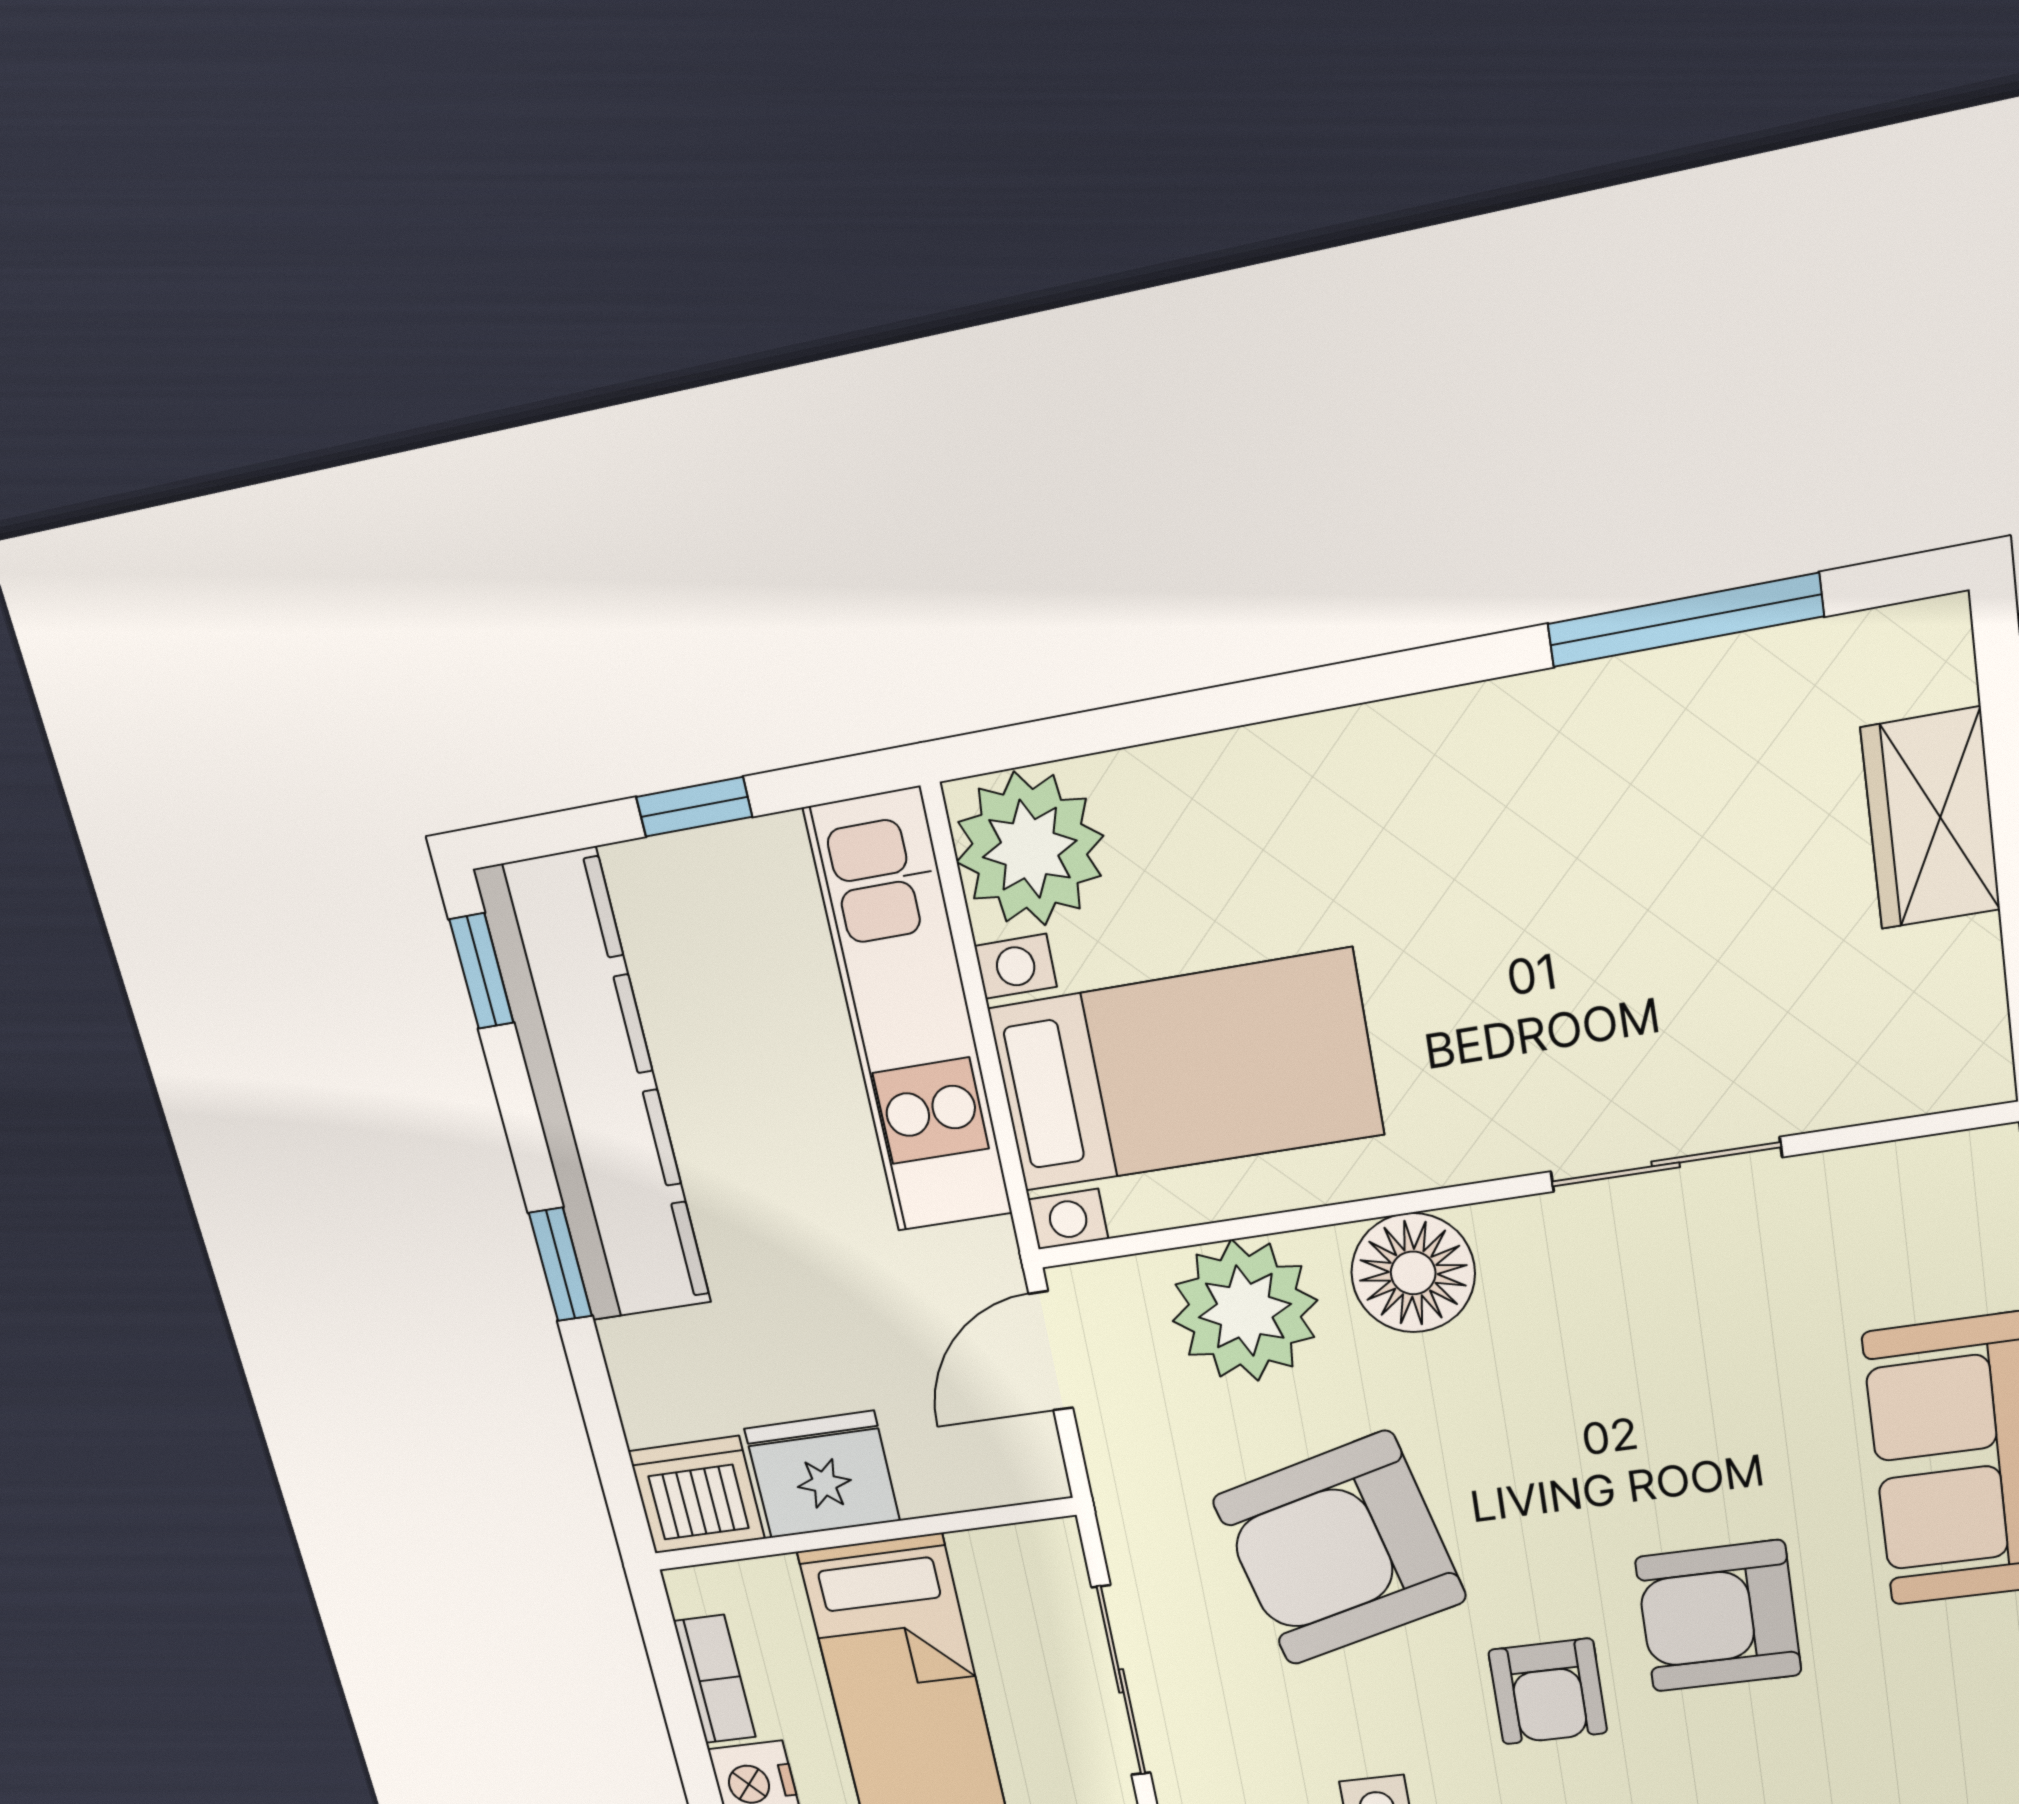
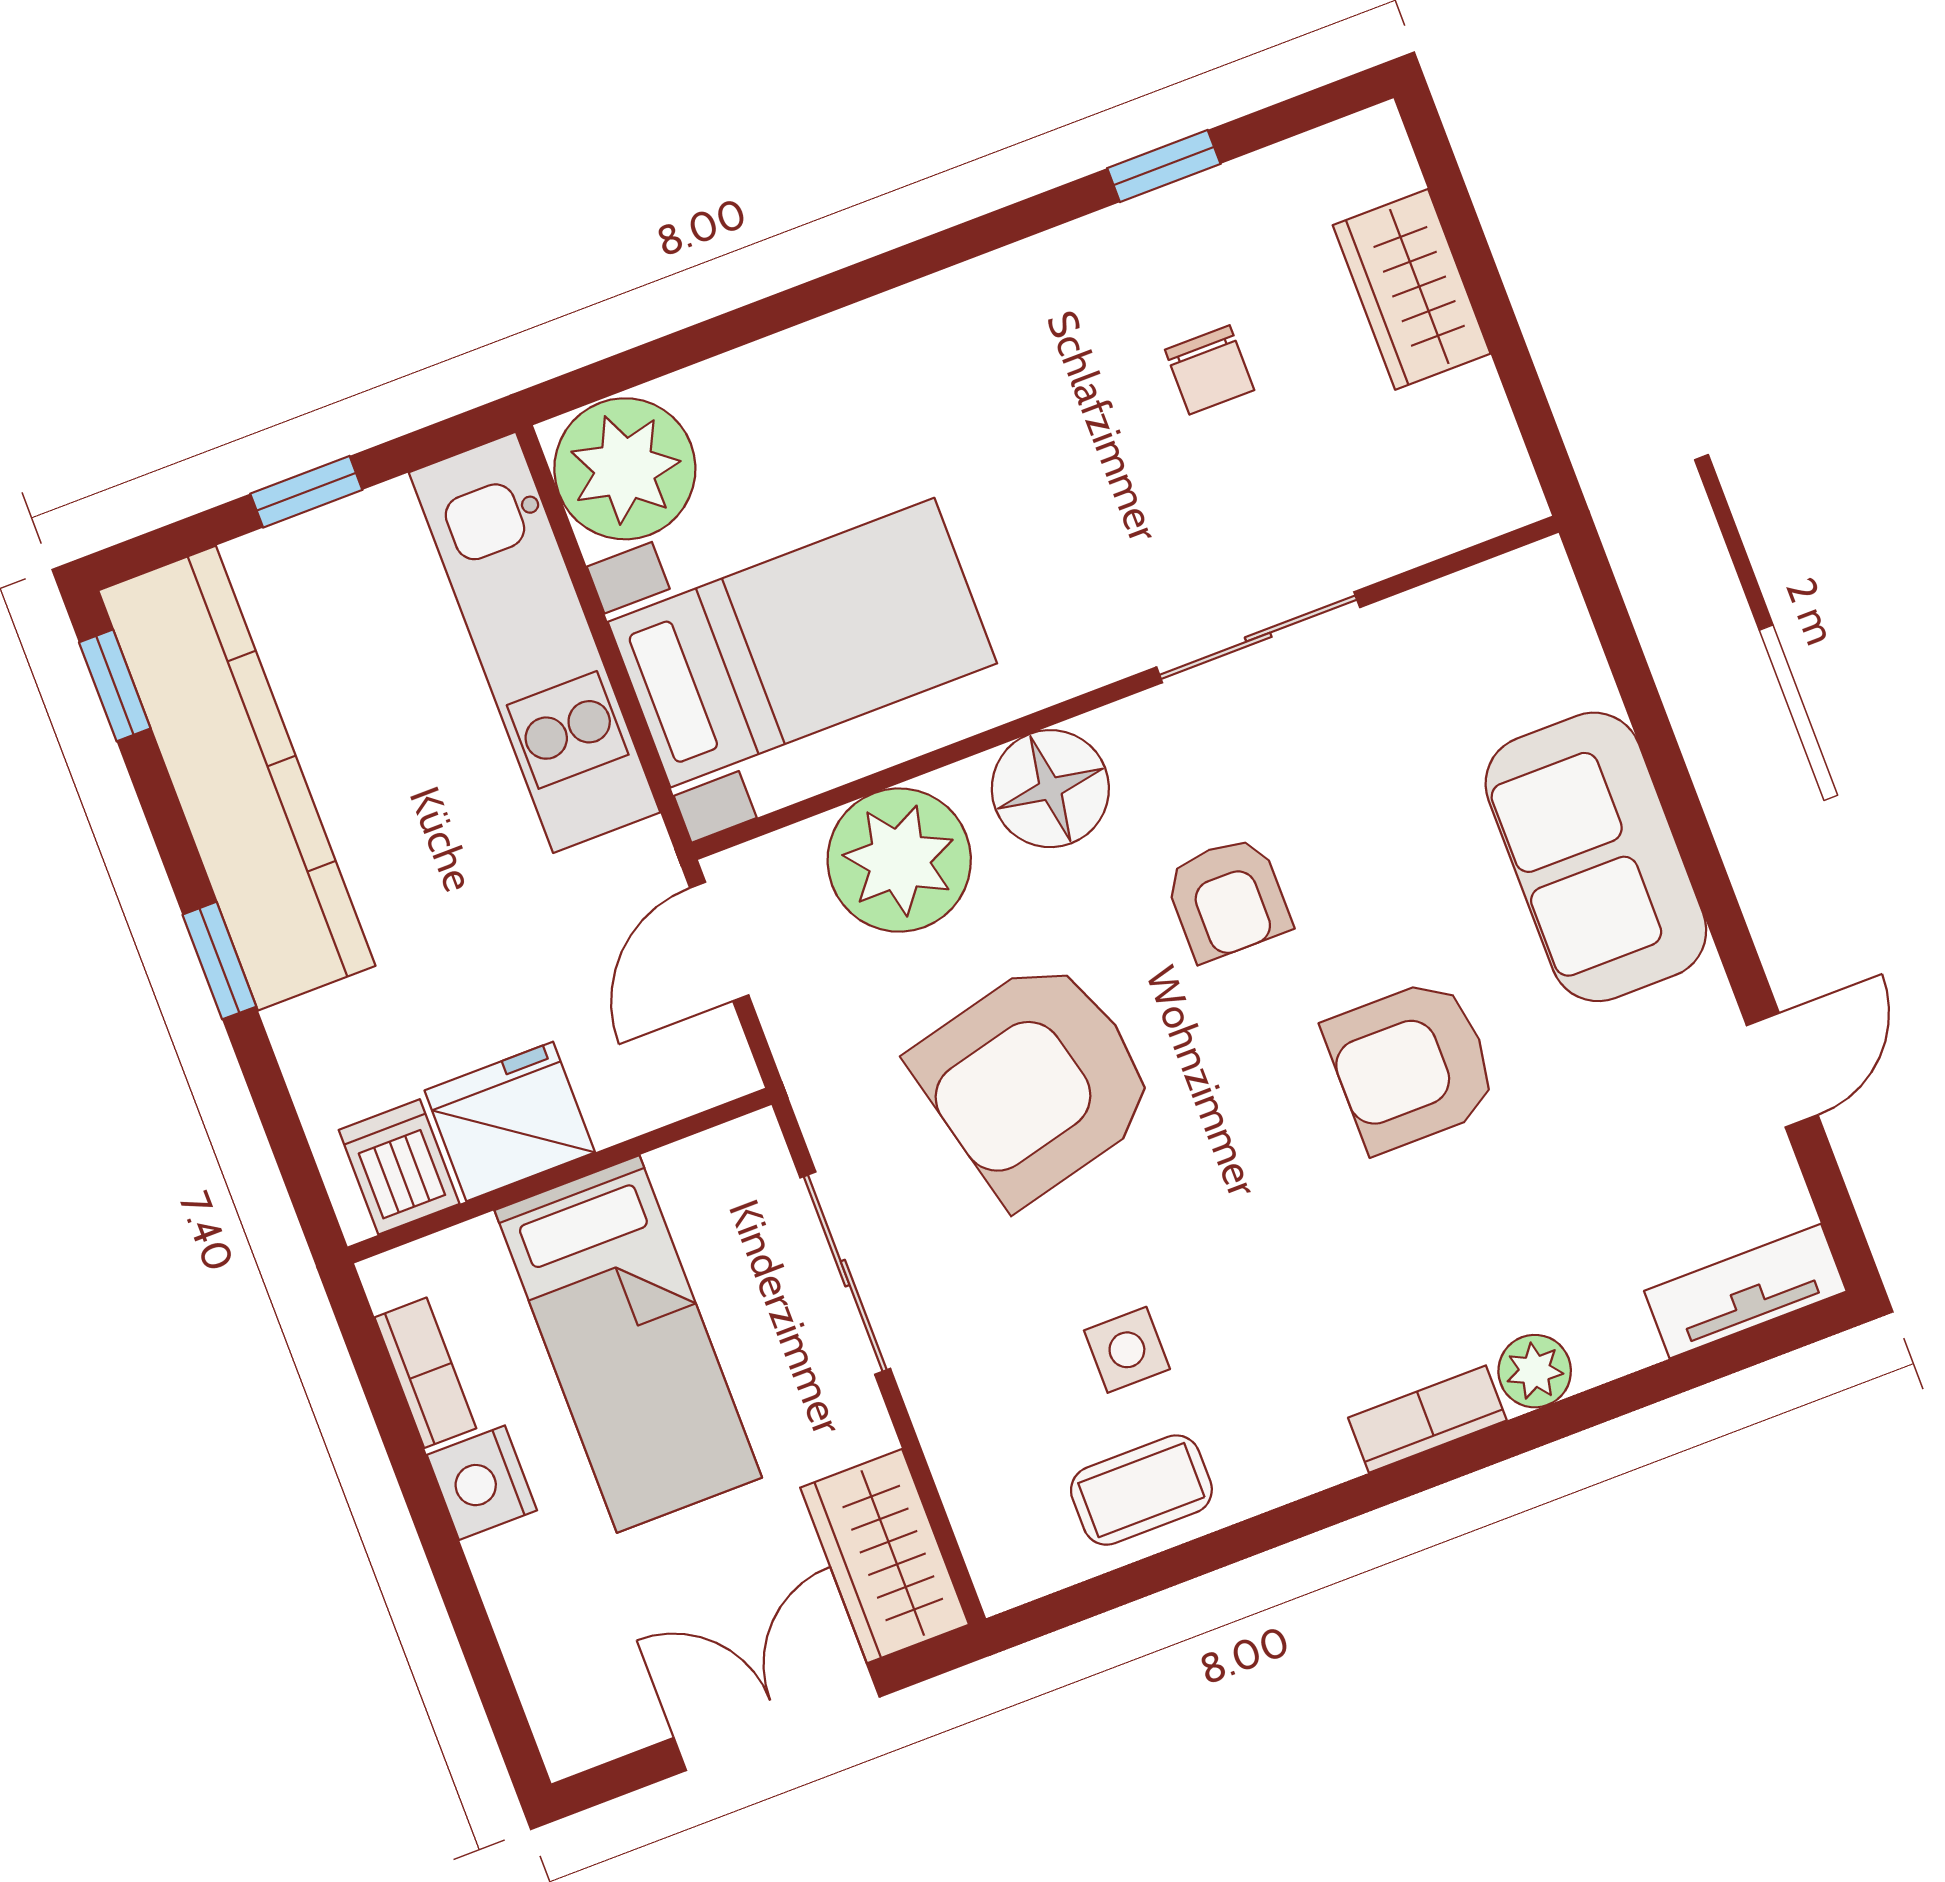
window: (1685, 620) -> (1164, 166), width x0.46
chair: (1682, 866) -> (1210, 370), added
dishwasher: (697, 1495) -> (399, 1167), width x0.73
armchair: (1548, 1692) -> (1228, 898), moved

